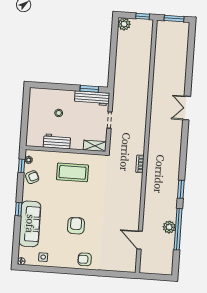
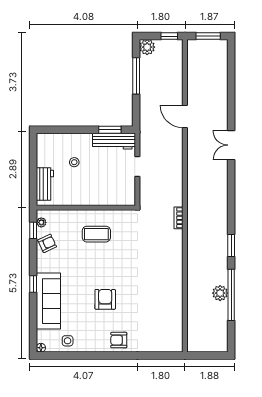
window: (114, 47) -> (136, 76), added
workbench: (57, 141) -> (45, 184), moved, turned 90
shelving: (95, 146) -> (122, 199), removed
coffee table: (72, 172) -> (96, 234), width x0.73, depth x0.76
door: (140, 240) -> (185, 117), moved

